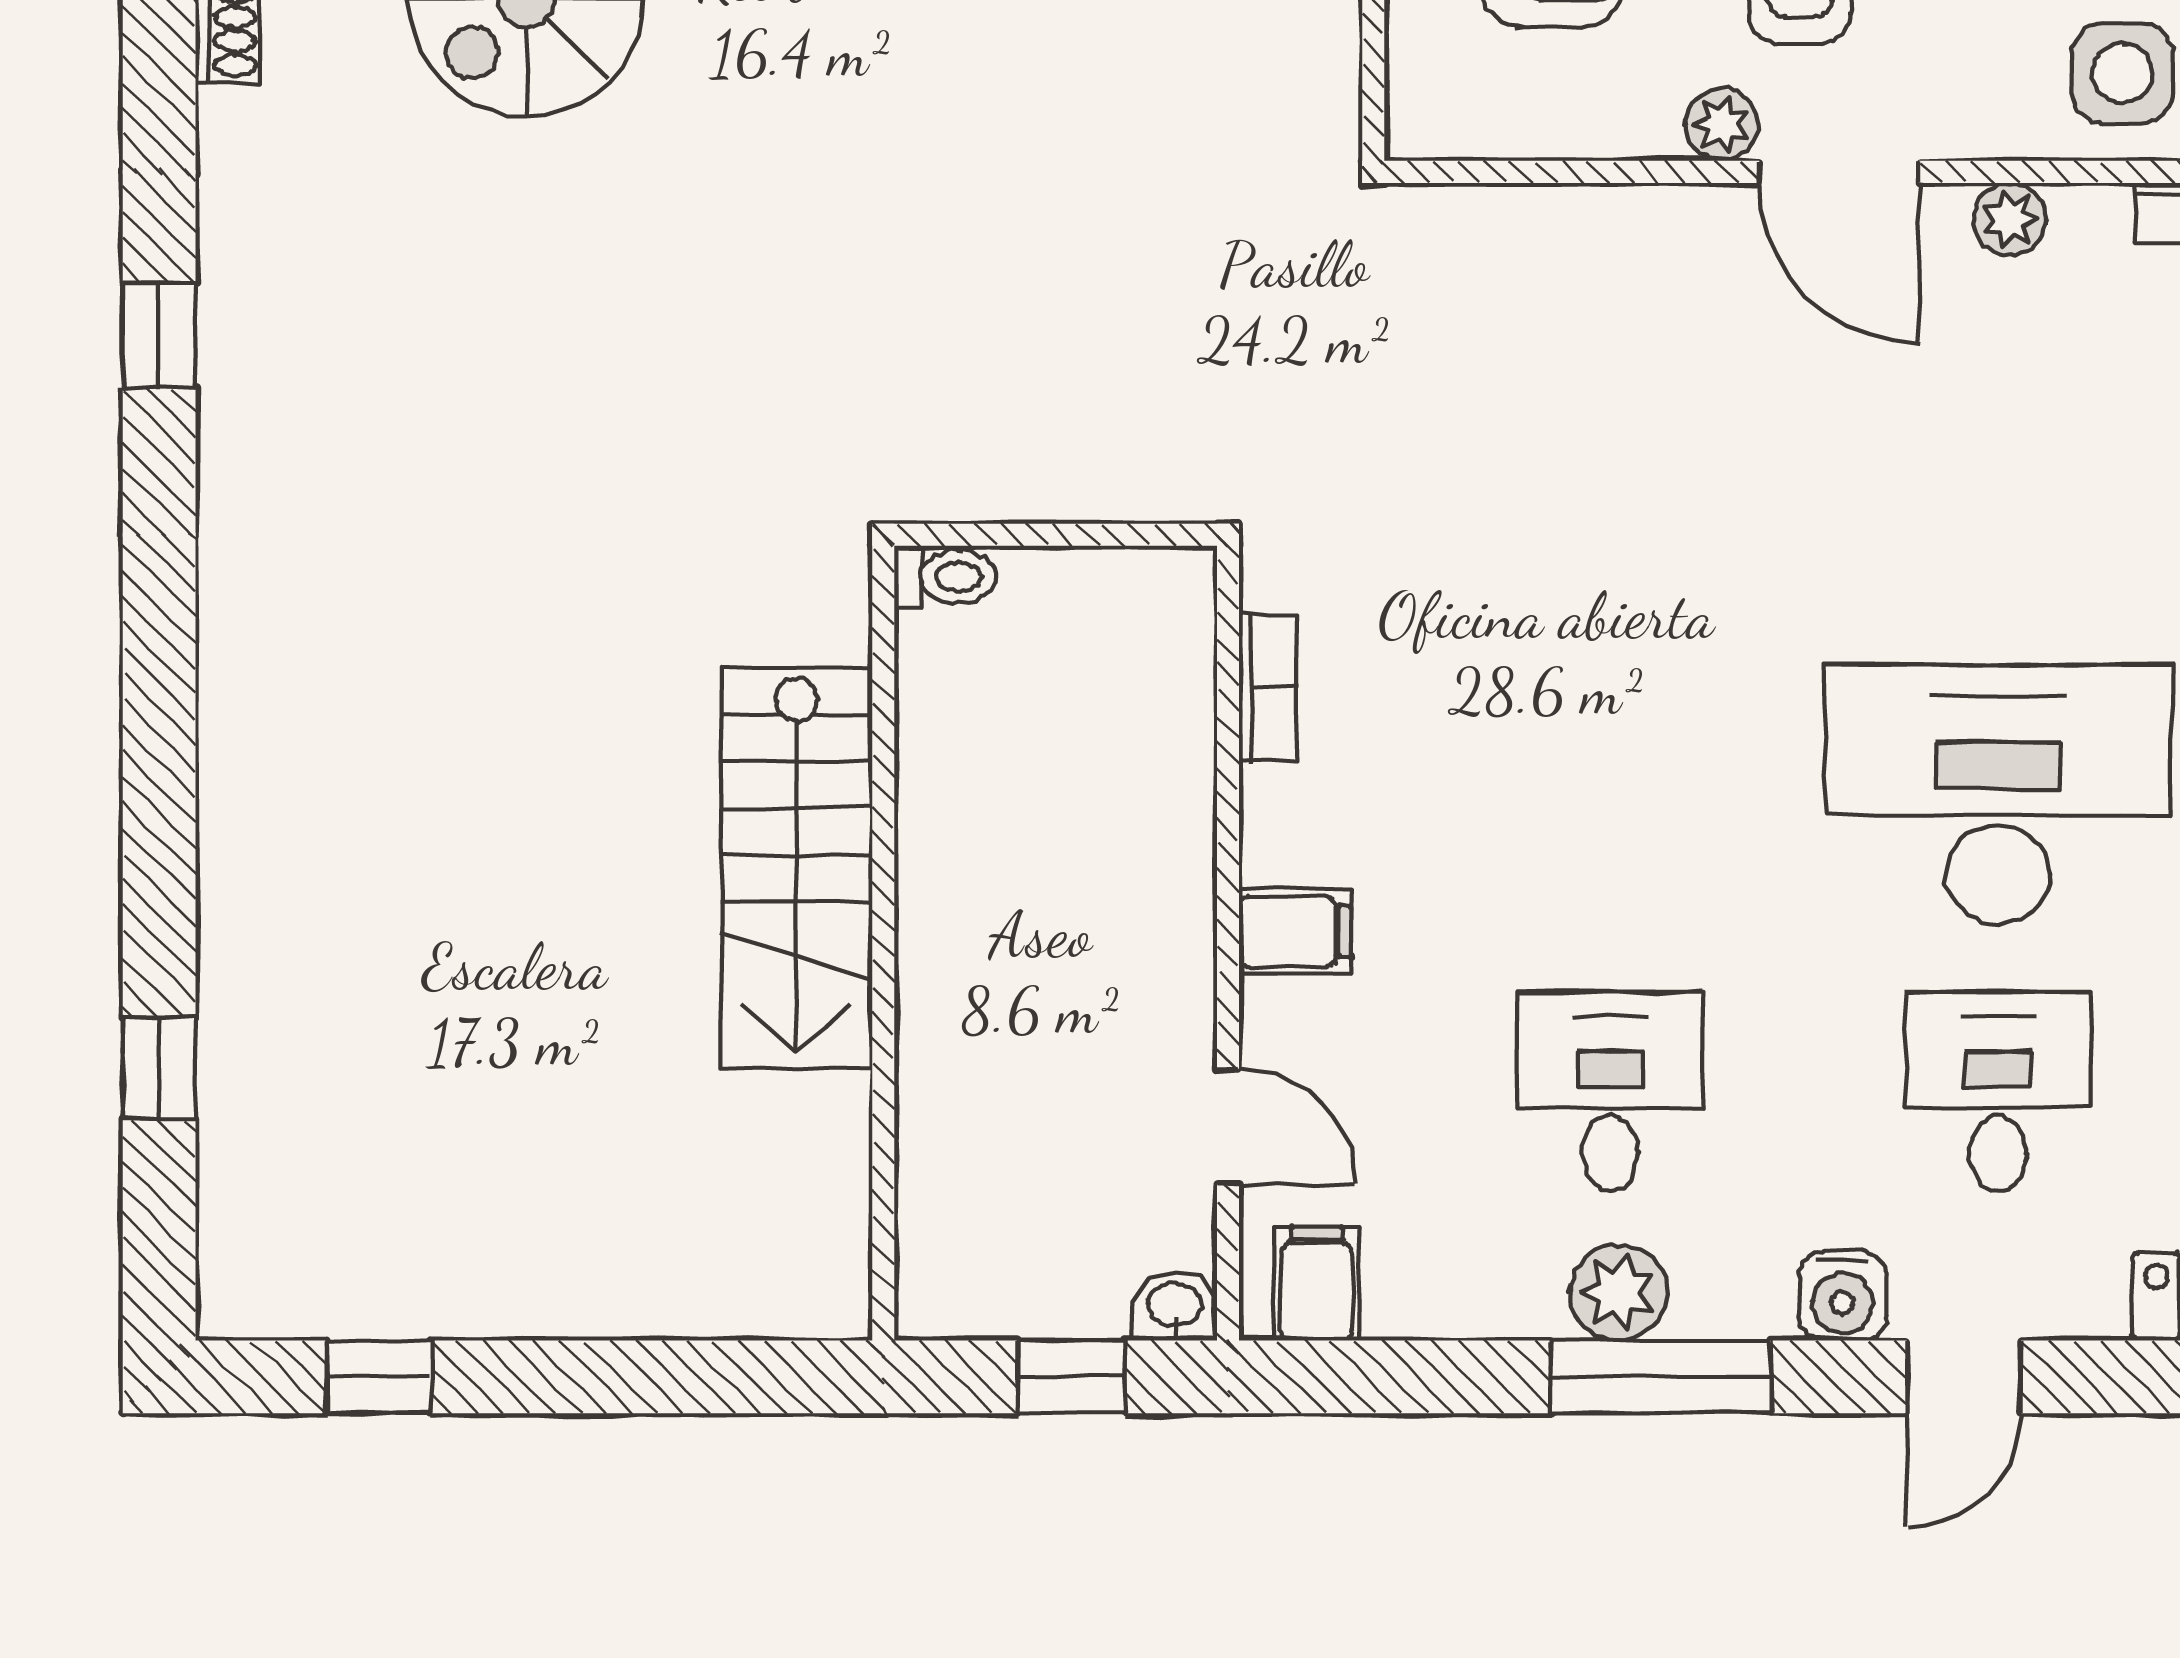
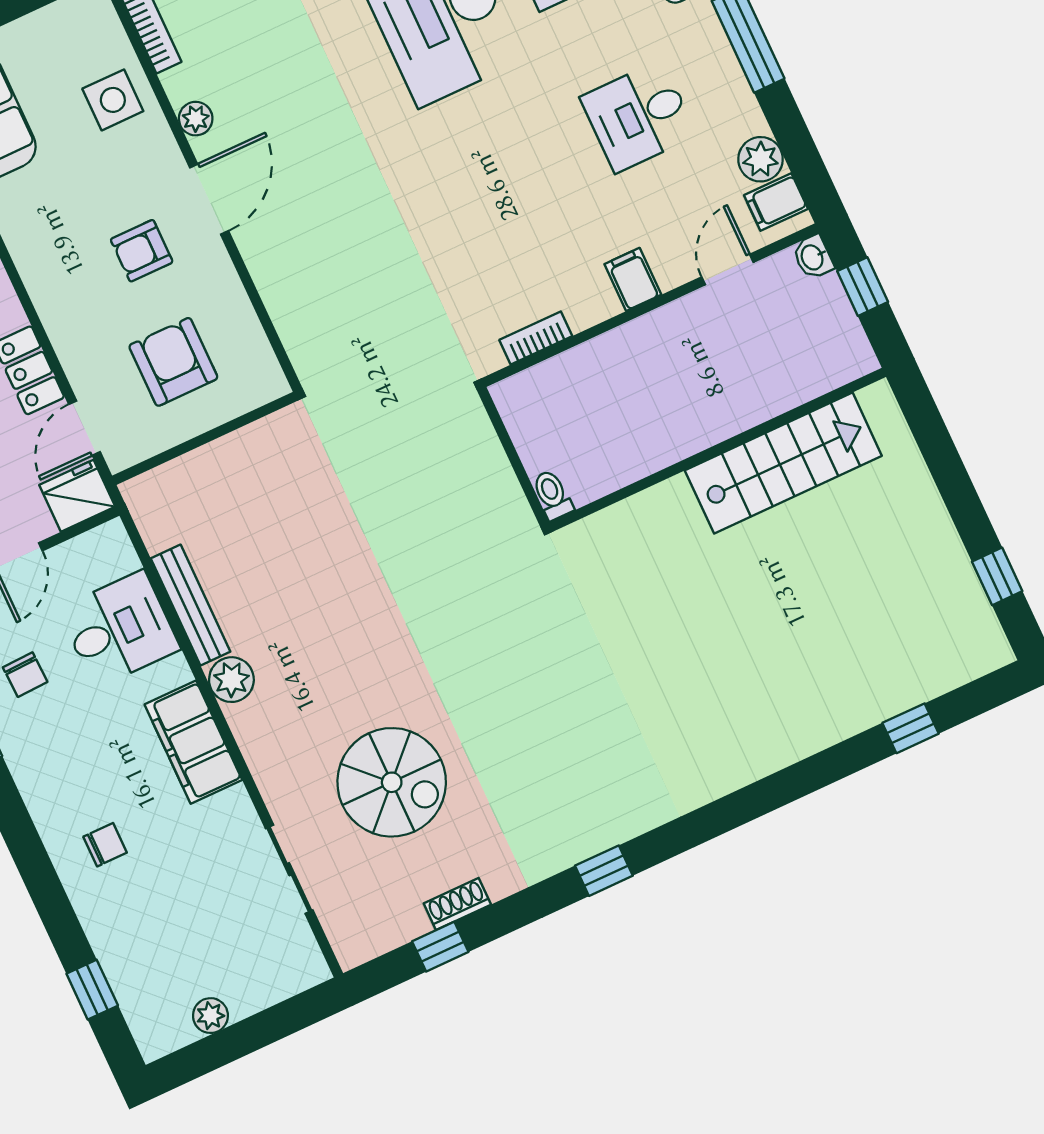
plant: (1722, 125) -> (212, 258), removed
stairs: (797, 868) -> (783, 463), moved
plant: (1618, 1292) -> (761, 159), moved

